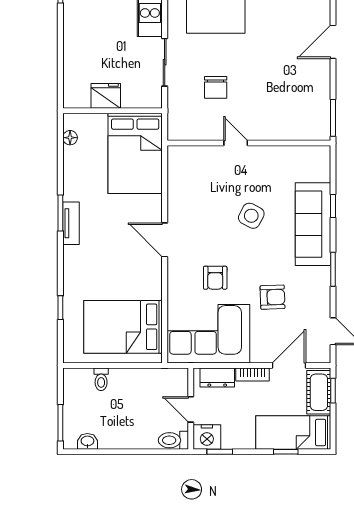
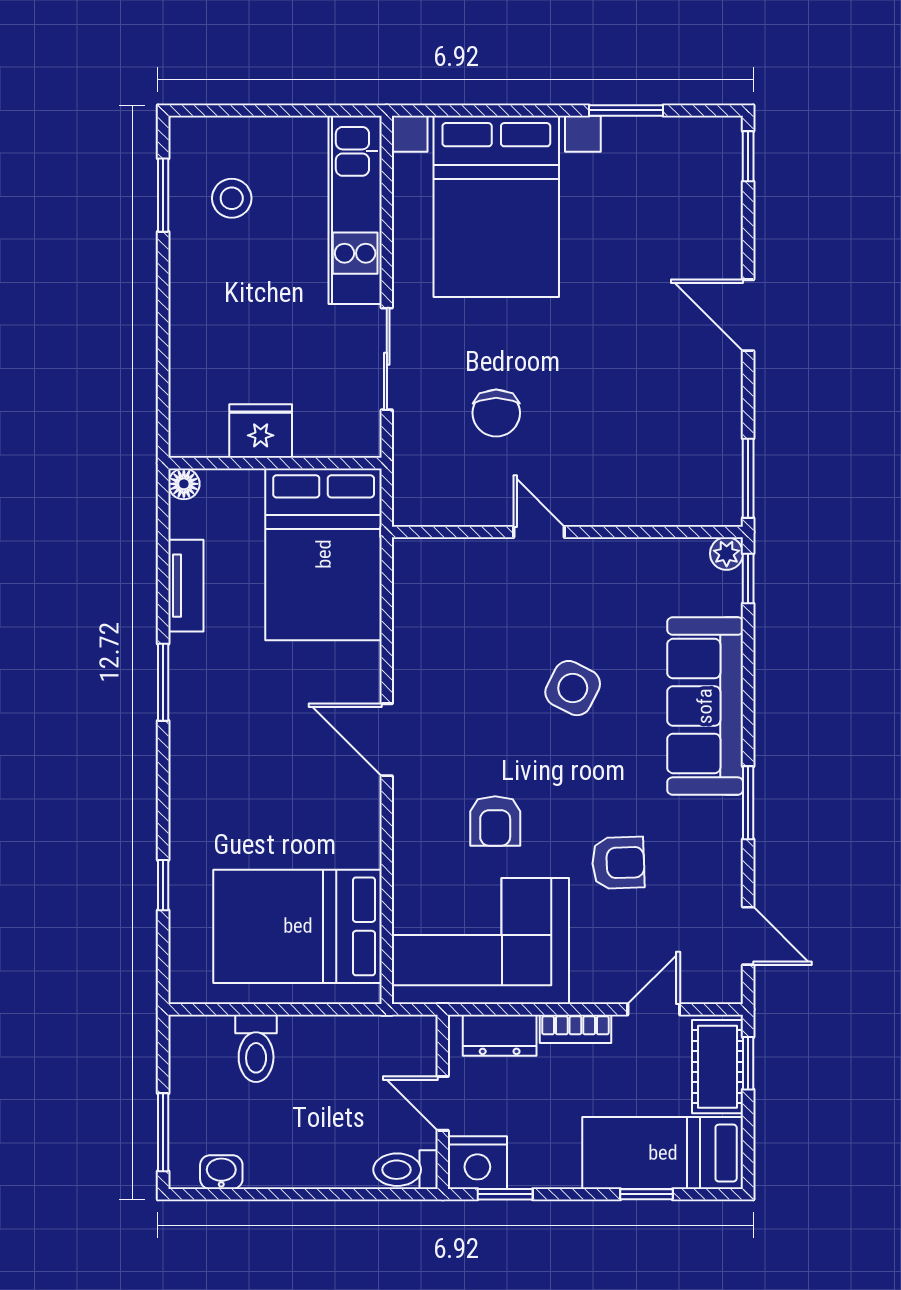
door: (333, 42) -> (748, 315), hinge flipped
floor lamp: (70, 138) -> (184, 484), moved
plant: (323, 153) -> (727, 554), added
window: (333, 206) -> (748, 579), moved
tv unit: (71, 223) -> (186, 586), moved
door: (289, 366) -> (654, 1009), width x0.73
toilet: (101, 379) -> (256, 1048), width x1.37, depth x1.39

